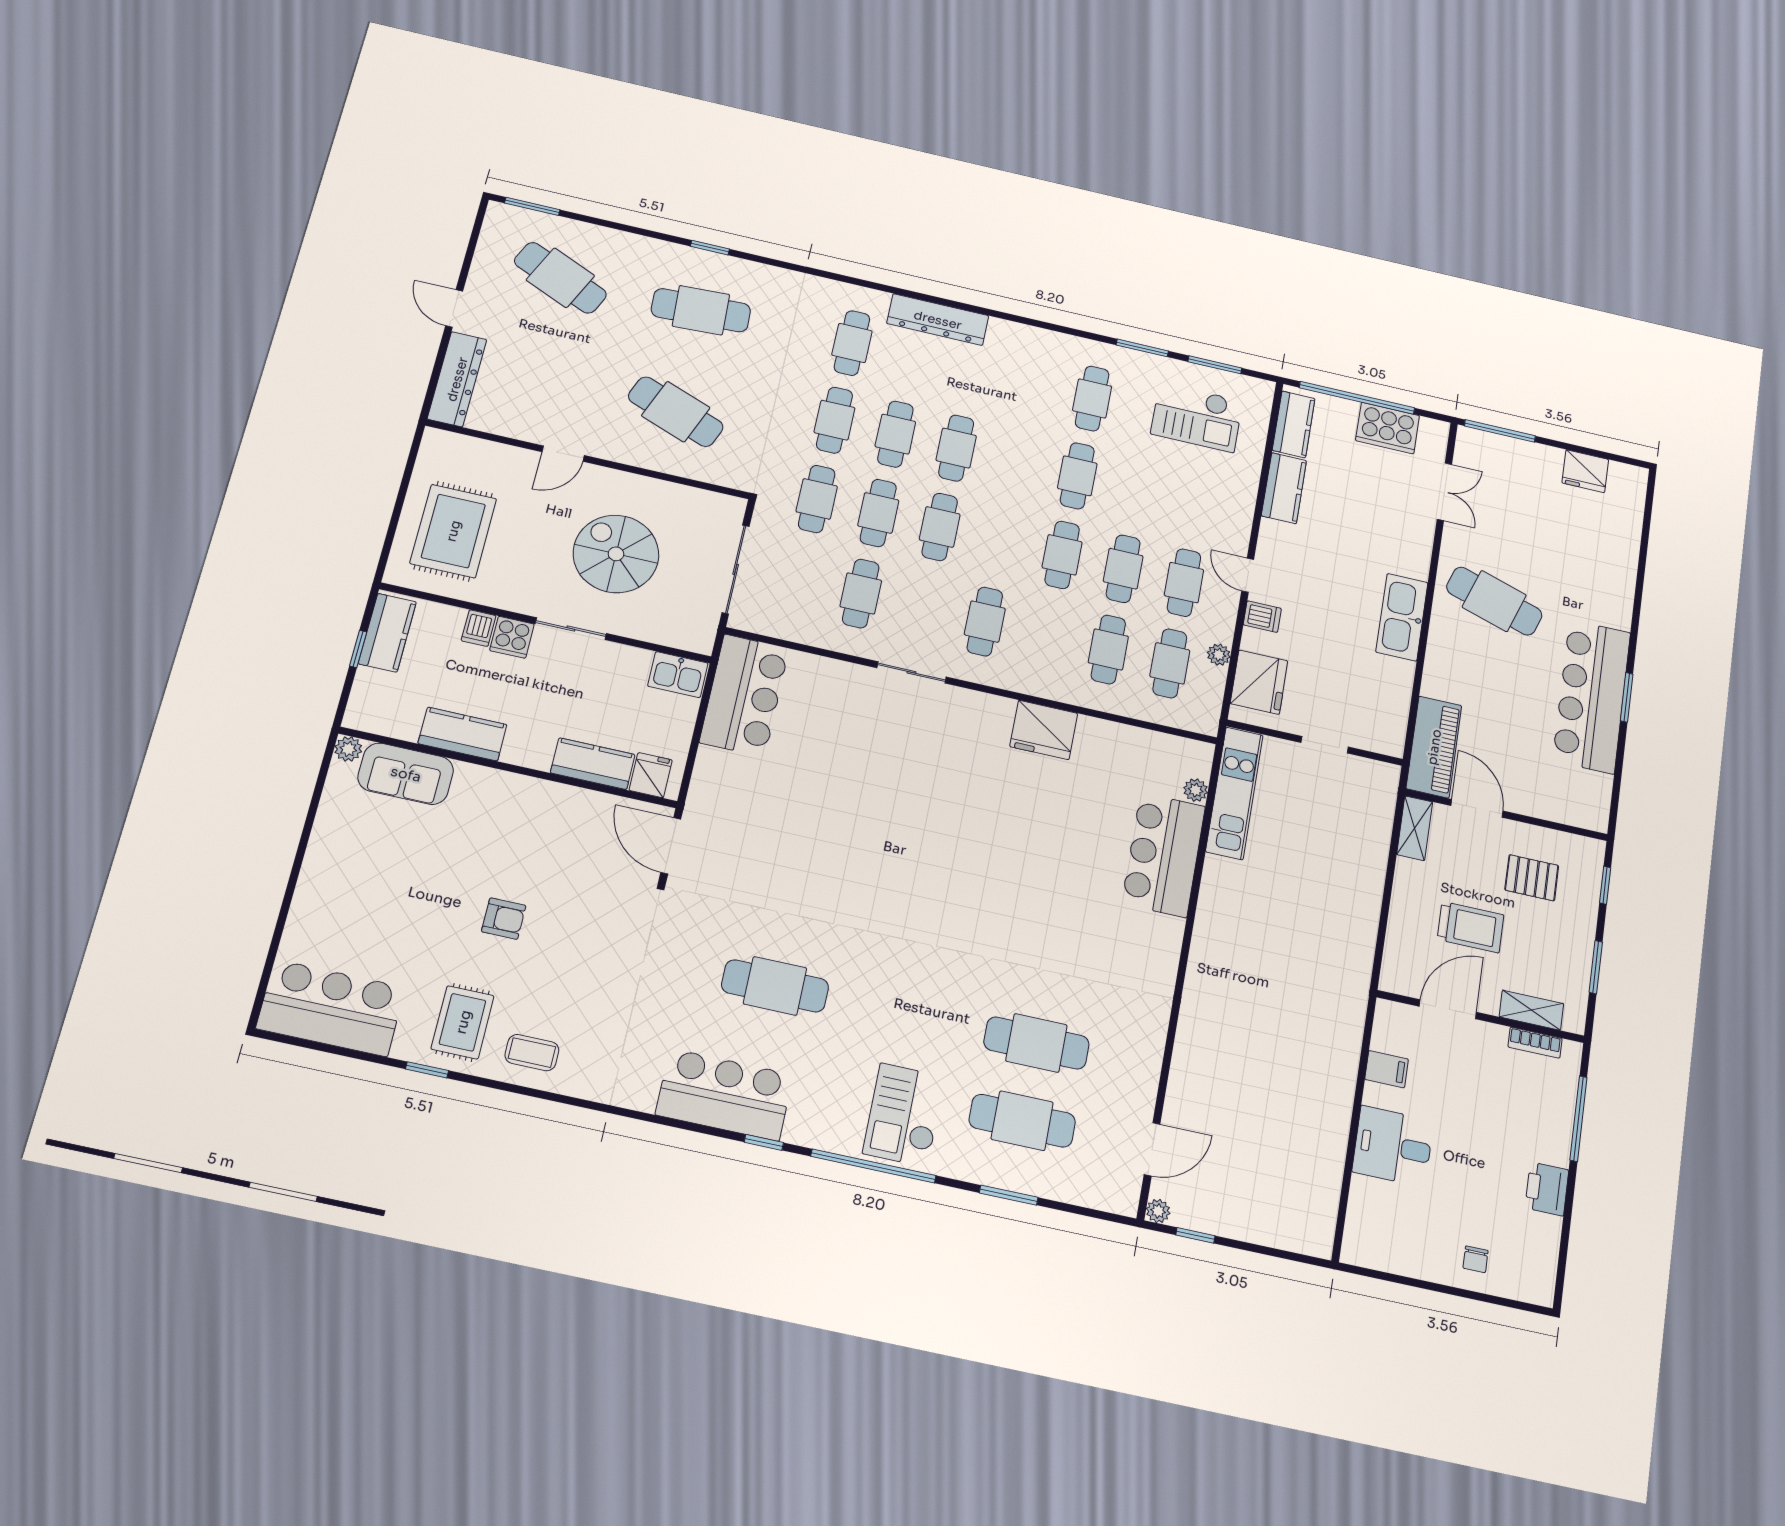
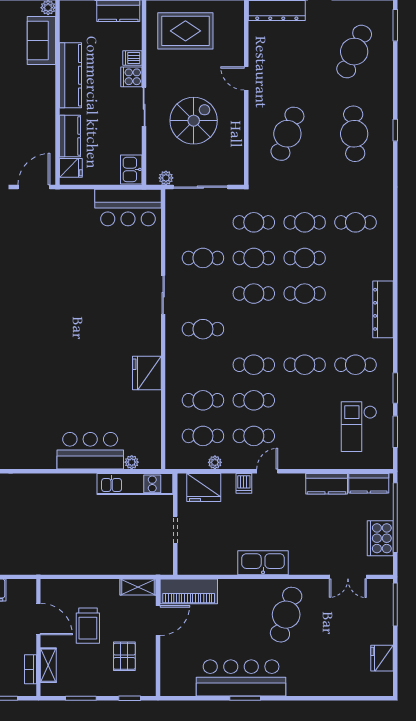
dresser: (938, 320) -> (383, 309), moved
plant: (706, 621) -> (166, 178), added
kitchen counter: (462, 734) -> (70, 75), width x1.50

